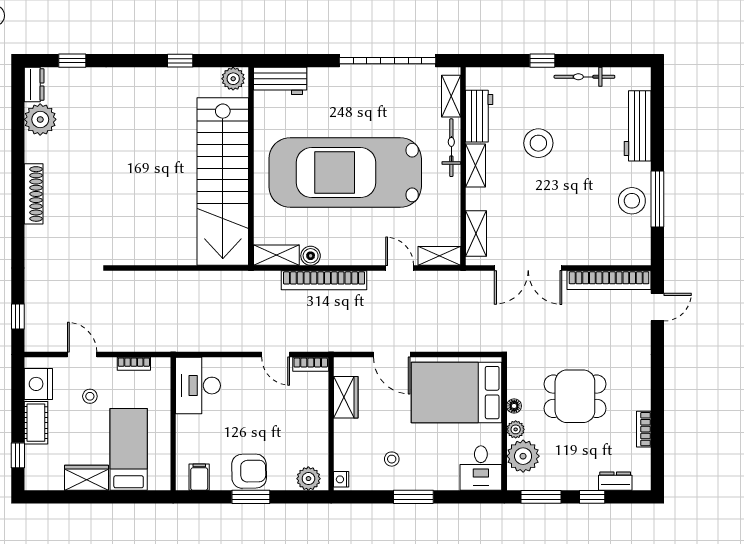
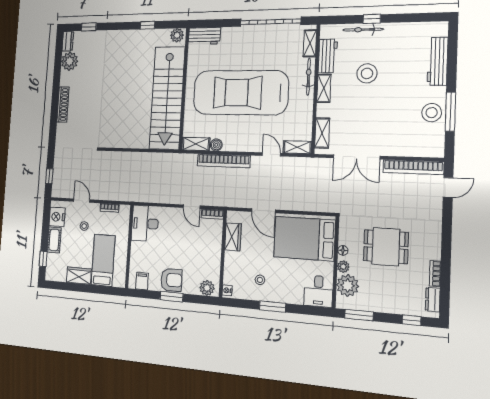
bicycle: (584, 77) -> (363, 30), moved
dresser: (615, 481) -> (433, 300), moved, turned -90
window: (592, 497) -> (412, 320), moved

